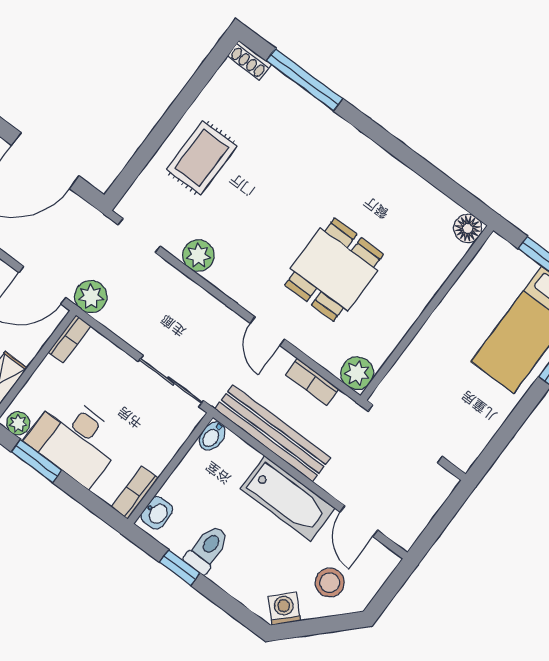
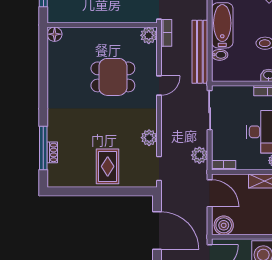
shoe rack: (249, 60) -> (52, 152), moved
rug: (202, 158) -> (108, 166), turned 90
plant: (91, 297) -> (199, 155), moved
bookcase: (312, 382) -> (166, 33), moved
bidet: (212, 436) -> (220, 55), moved

